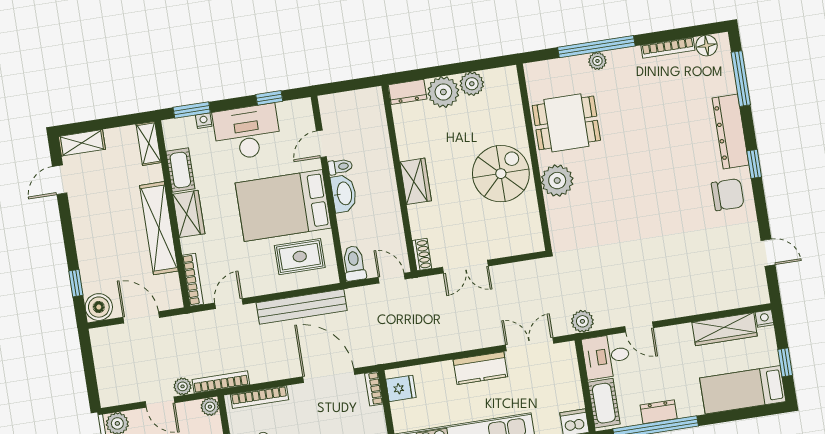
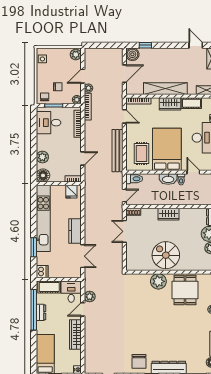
spiral stairs: (501, 174) -> (166, 255), turned 180
plant: (582, 321) -> (90, 297), moved
wardrobe: (725, 329) -> (75, 334), moved
door: (329, 376) -> (83, 158), width x0.53

